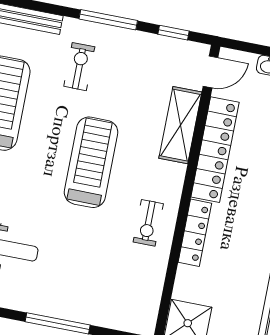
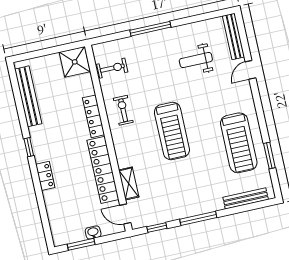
exercise bike: (79, 67) -> (112, 68), moved, turned -90
door: (211, 72) -> (125, 214), hinge flipped
shelving: (180, 125) -> (129, 183), width x0.67, depth x0.75

